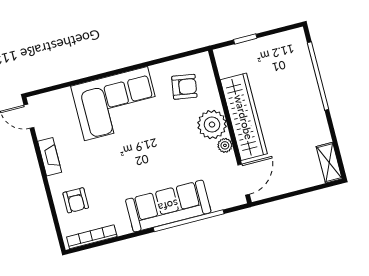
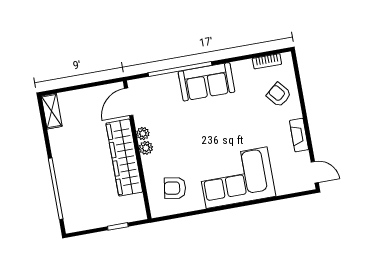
plant: (212, 125) -> (146, 148), width x0.53, depth x0.53
armchair: (76, 200) -> (279, 95), turned -40
sofa: (168, 206) -> (206, 82), width x0.73
bookcase: (92, 237) -> (267, 61), width x0.64

